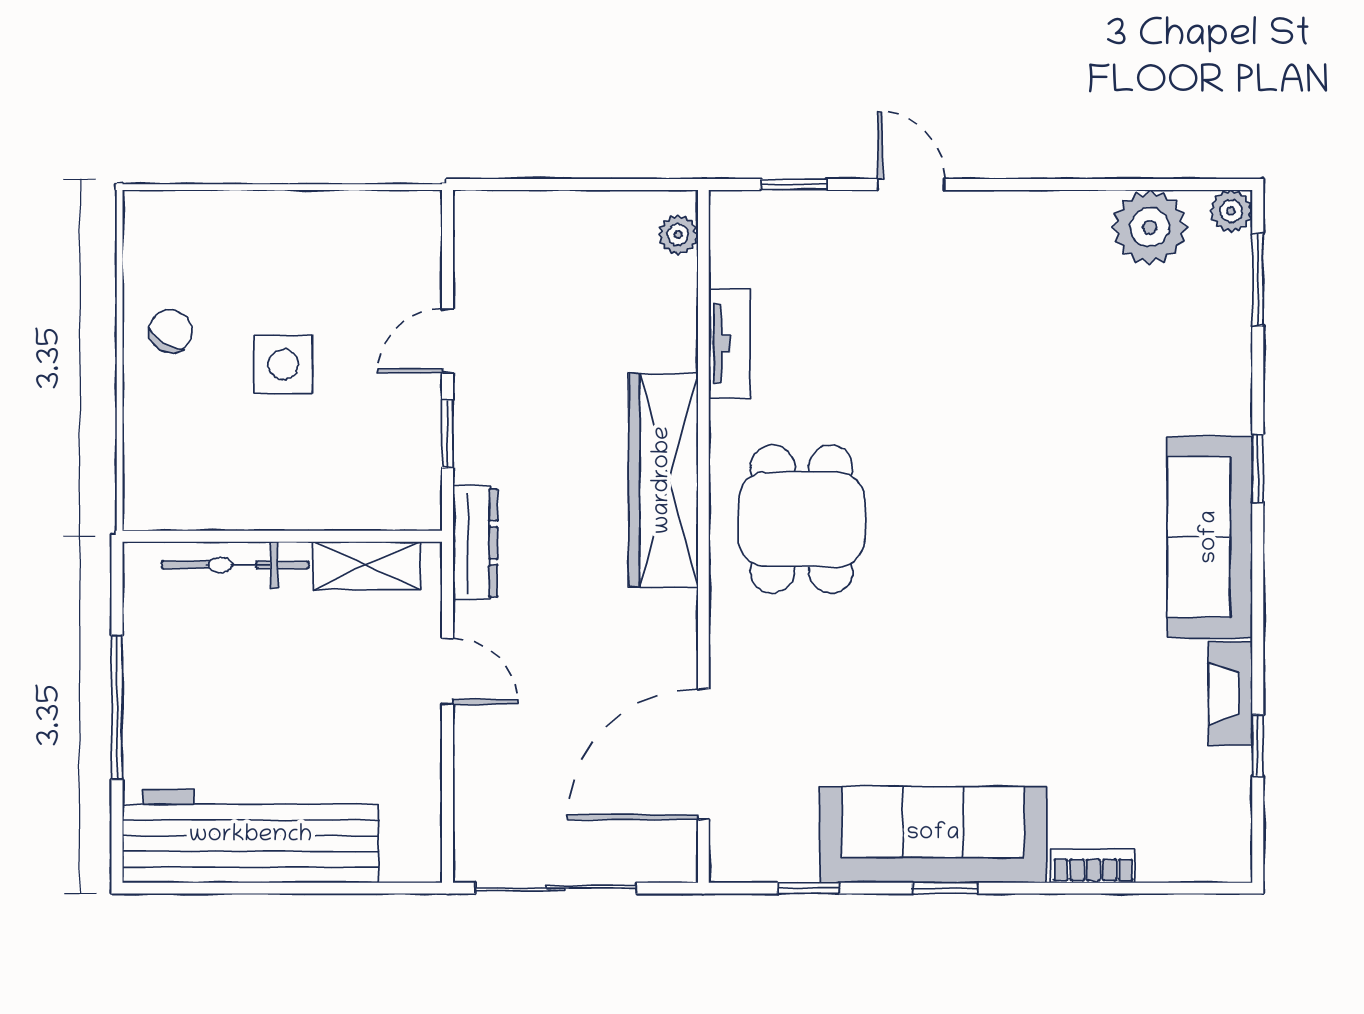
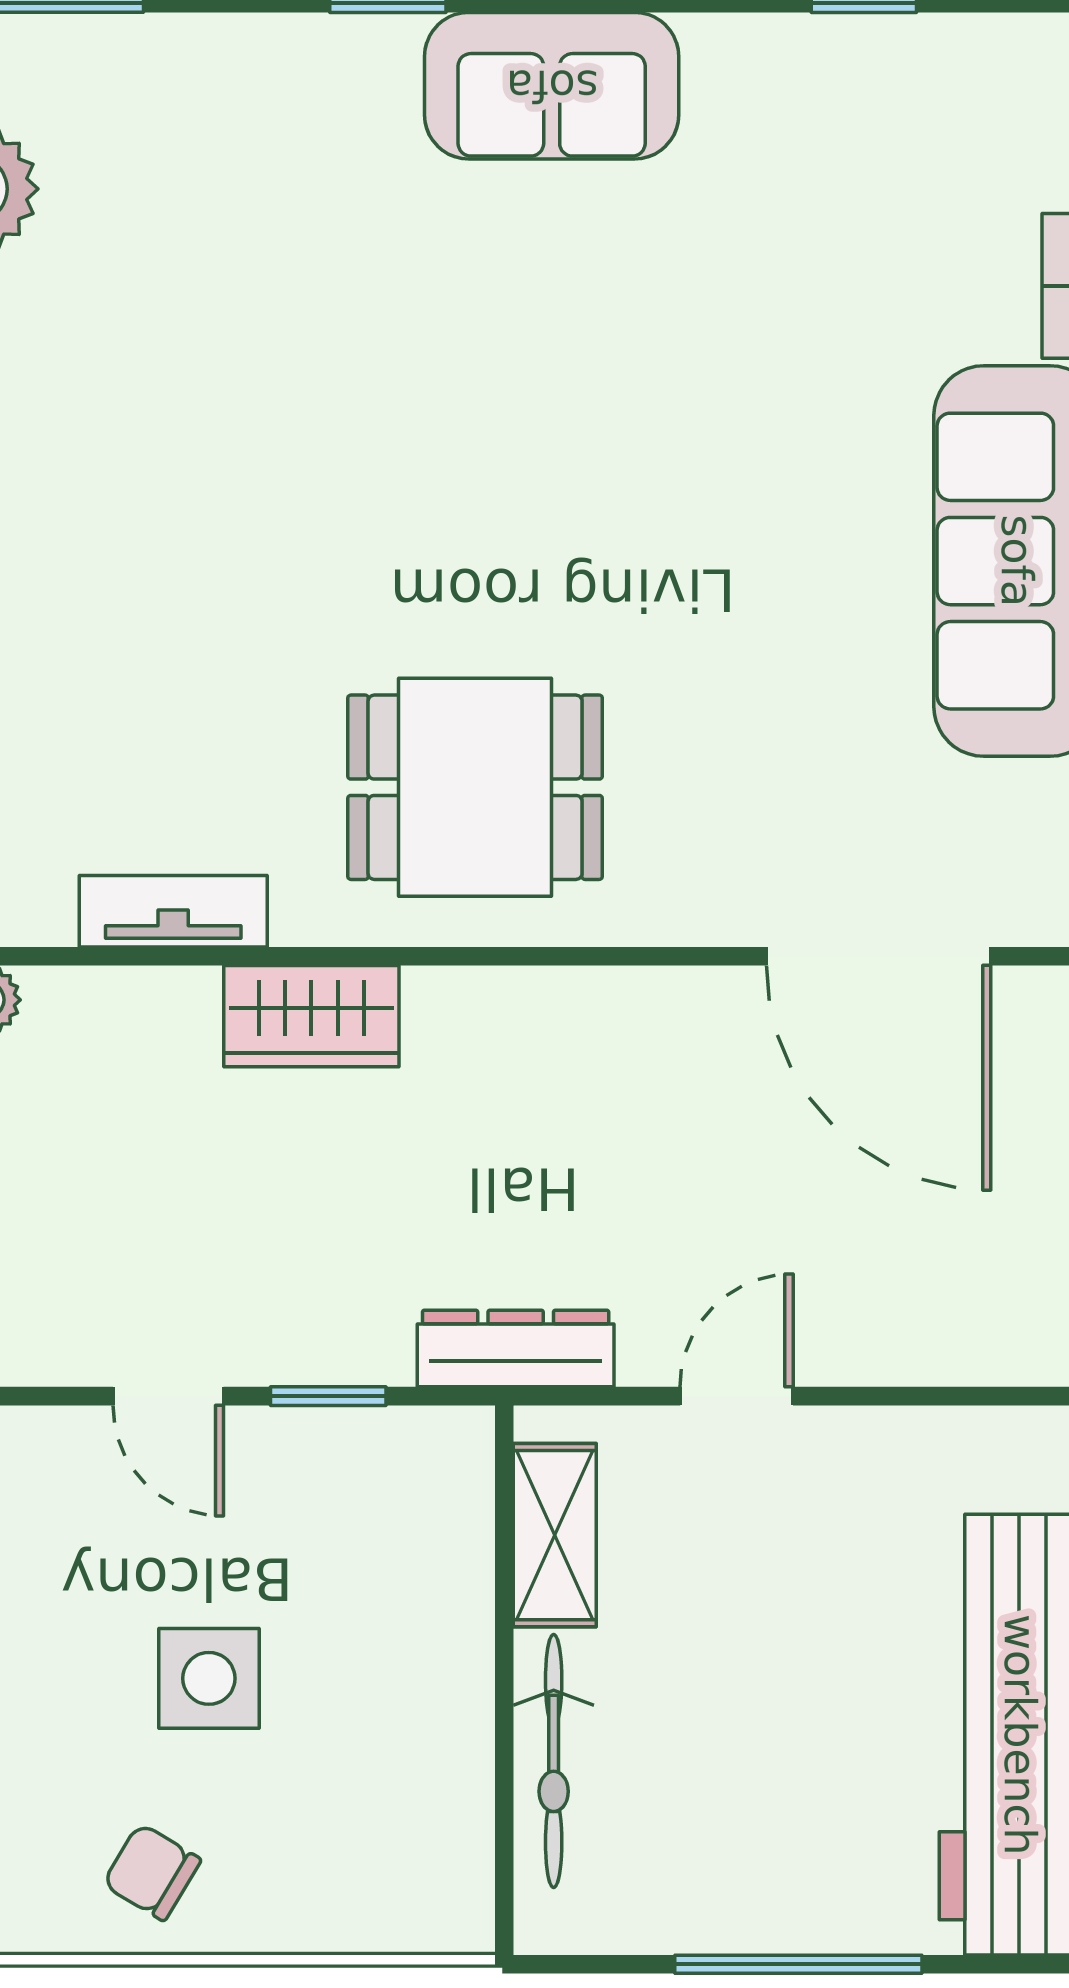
wardrobe: (663, 480) -> (311, 1016), width x0.48, depth x0.85
sofa: (1210, 537) -> (552, 86), width x0.73
fireplace: (1230, 694) -> (775, 50), removed

